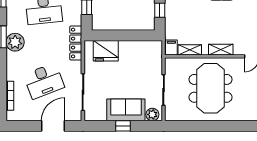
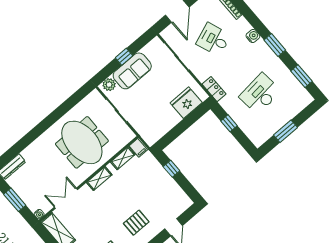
plant: (15, 42) -> (261, 50), removed
locker: (76, 43) -> (214, 89), width x0.66
water cooler: (12, 58) -> (253, 36), added
desk: (44, 81) -> (214, 39), width x0.73

